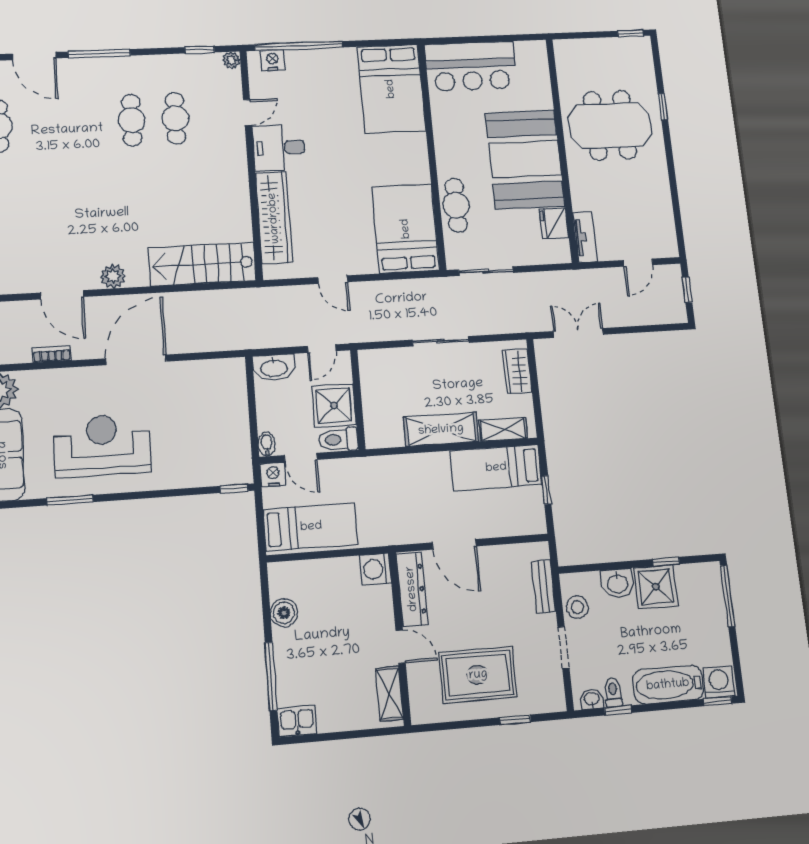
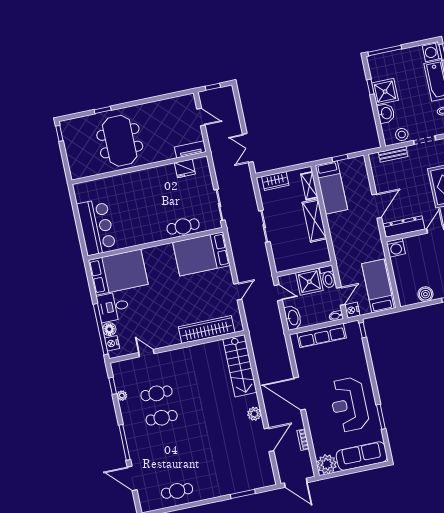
door: (34, 56) -> (132, 478), swing flipped
plant: (231, 60) -> (122, 396), moved
floor lamp: (297, 60) -> (109, 329), added
desk: (279, 148) -> (113, 307), moved, turned 90
booth: (525, 159) -> (149, 189), removed
row of seats: (235, 414) -> (322, 335), added

